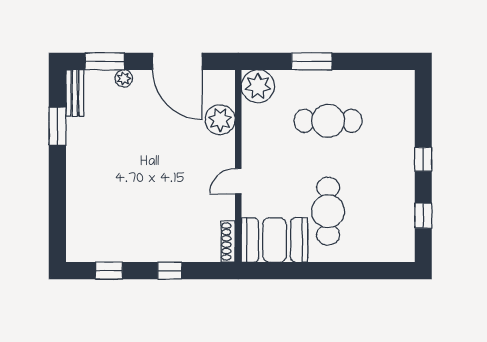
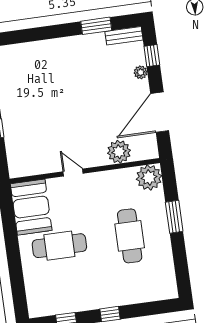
window: (105, 61) -> (152, 56), width x0.67
shoe rack: (228, 242) -> (25, 171), removed

